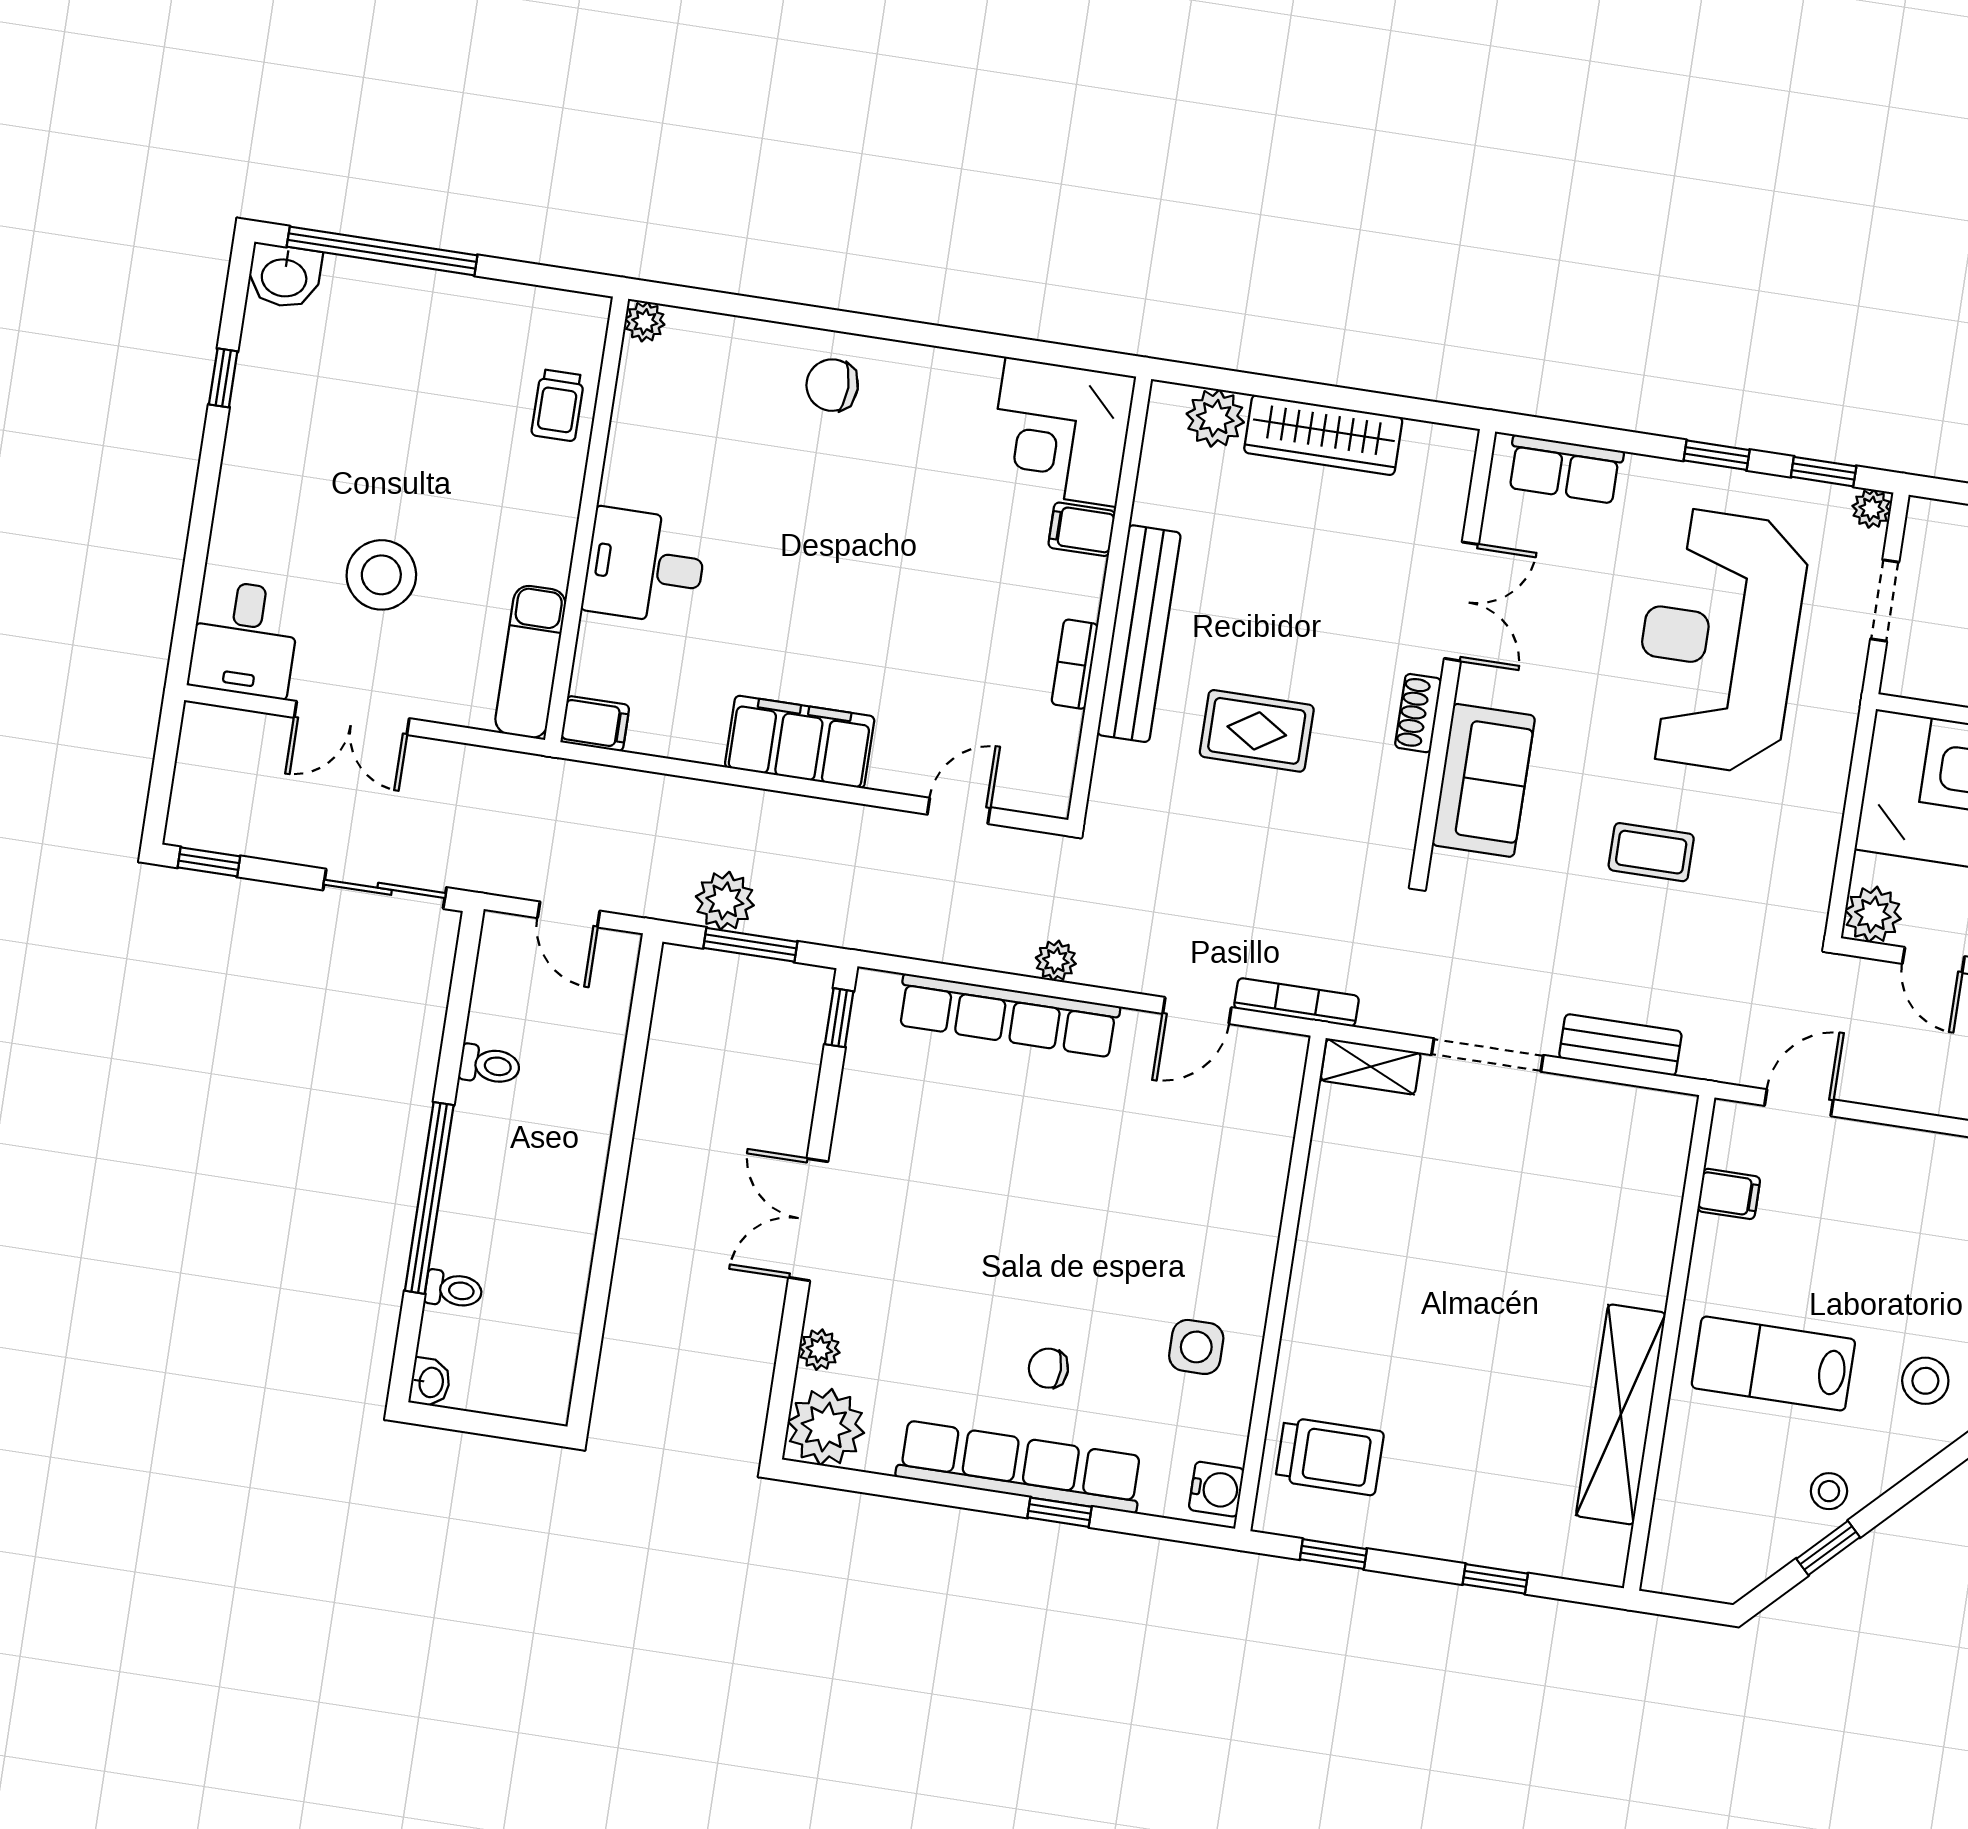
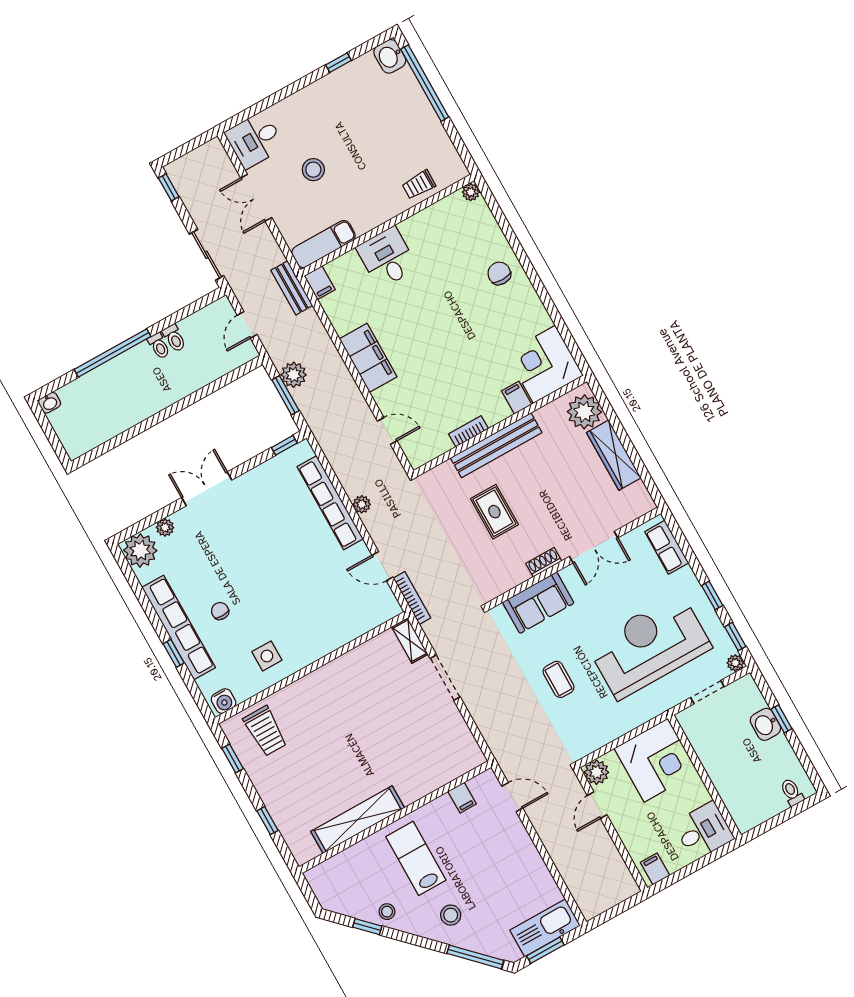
plant: (1215, 418) -> (584, 412), width x1.36, depth x1.36
stool: (381, 575) -> (313, 170), width x0.73, depth x0.73
bench: (1620, 1045) -> (292, 288), moved
toilet: (454, 1290) -> (159, 346), moved

